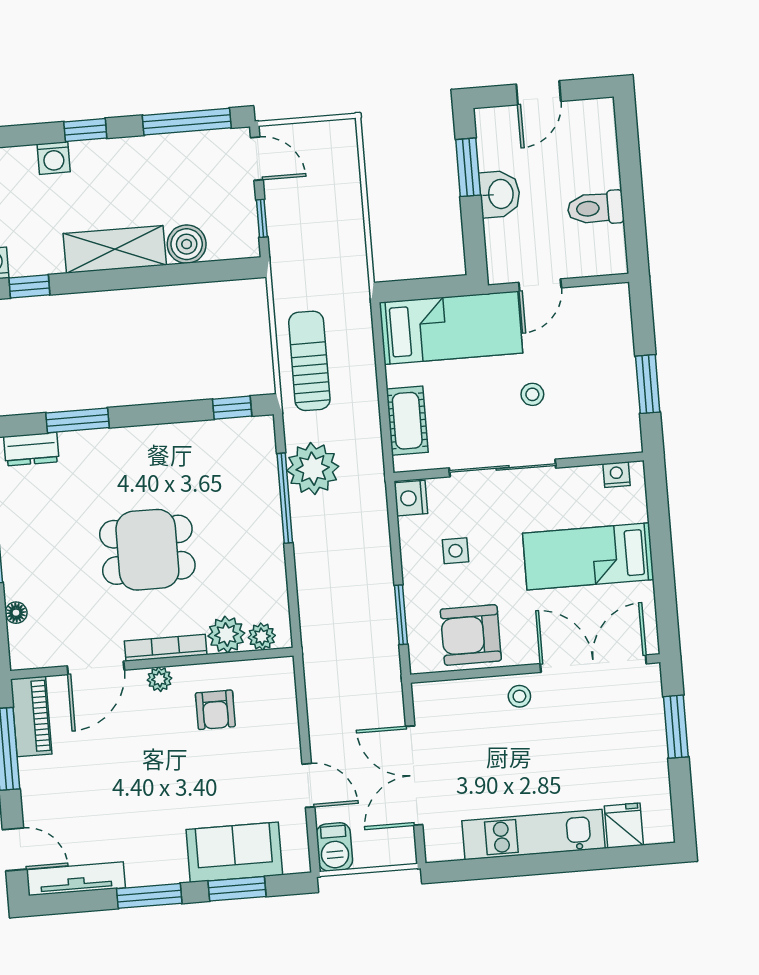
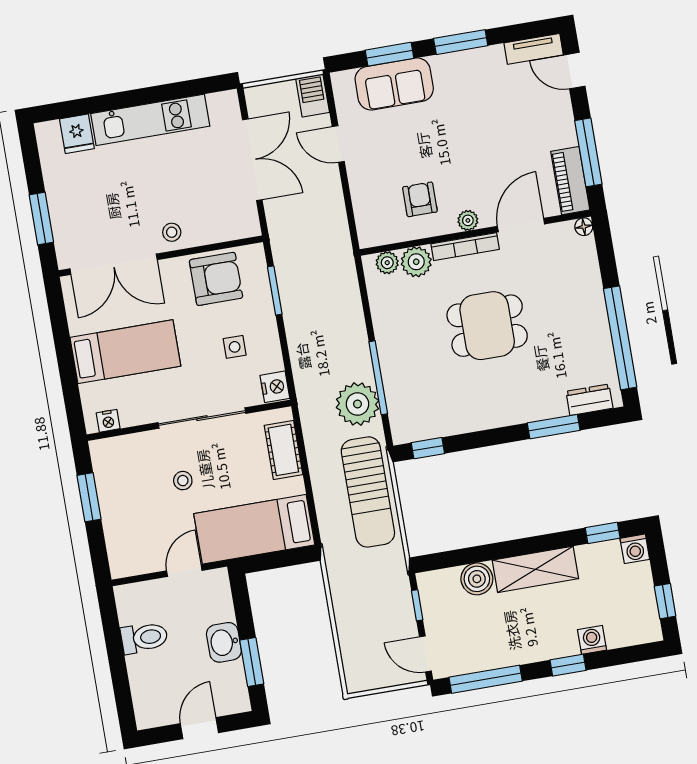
sun lounger: (309, 361) -> (368, 492), width x1.36, depth x1.34
floor lamp: (16, 613) -> (584, 227), moved
tv unit: (76, 879) -> (534, 49), width x0.71

